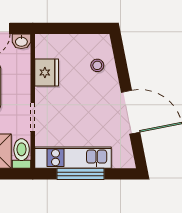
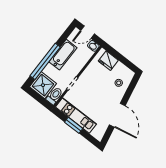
fridge: (47, 72) -> (108, 61), moved, turned 90
window: (80, 174) -> (74, 125), width x0.69

